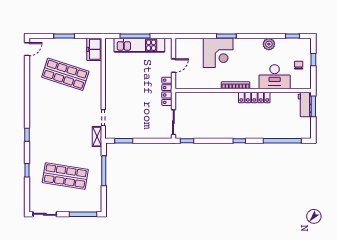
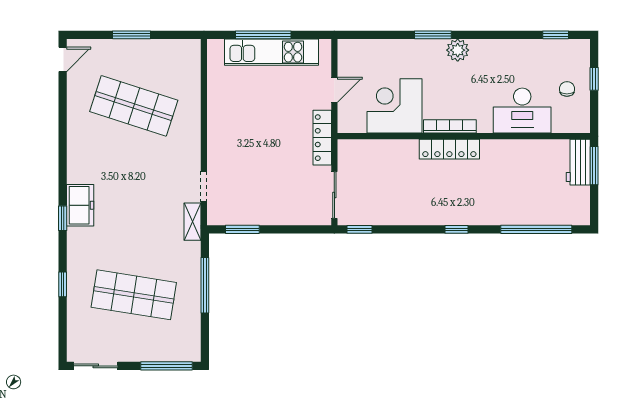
plant: (269, 44) -> (458, 50), moved
freezer: (94, 49) -> (80, 205), moved, turned 180
corner desk: (218, 53) -> (395, 106), moved, turned 180
locker: (254, 97) -> (449, 149), moved

